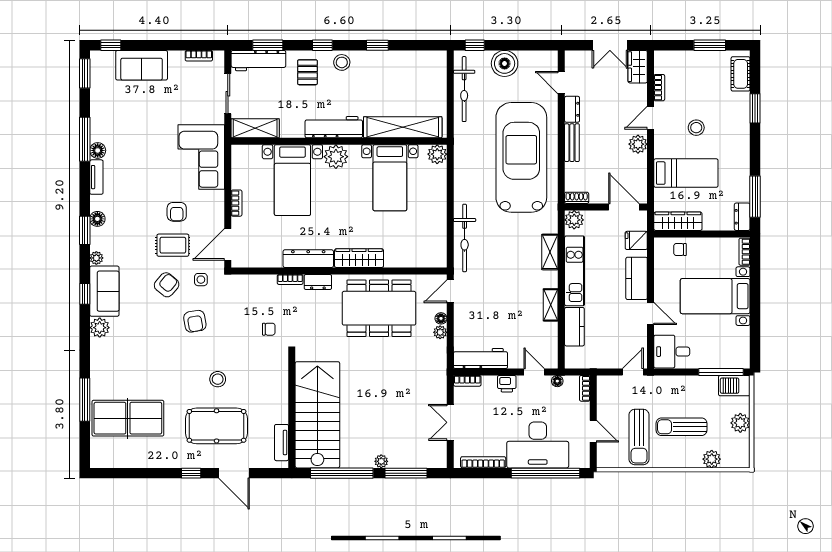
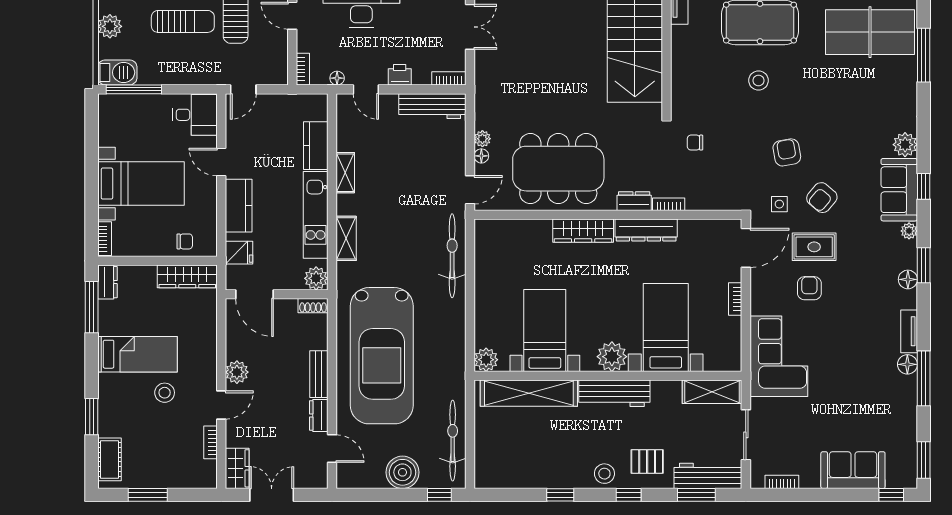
pallet: (307, 72) -> (647, 461), turned 90
bed: (686, 173) -> (138, 354), moved, turned 180

